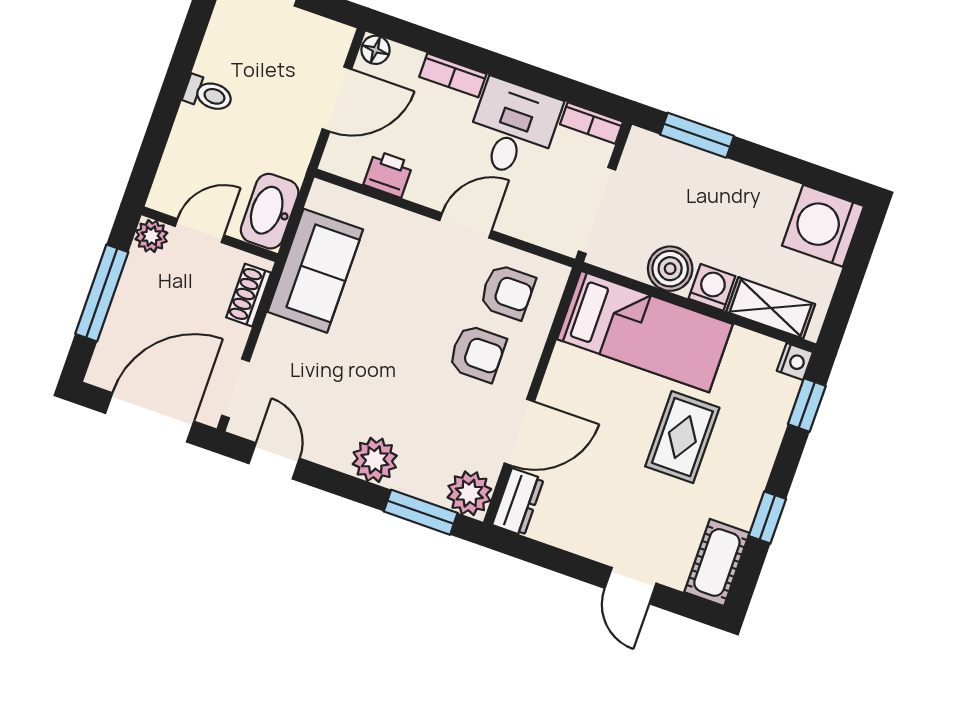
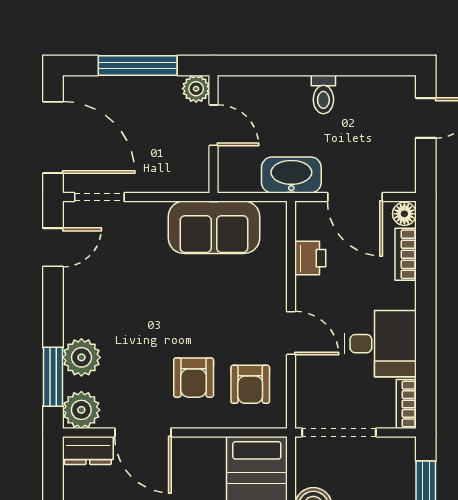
bookcase: (453, 75) -> (406, 254), moved
washbasin: (270, 211) -> (291, 175), moved
shoe rack: (249, 295) -> (176, 182), removed
plant: (375, 460) -> (81, 357), moved

